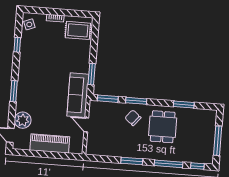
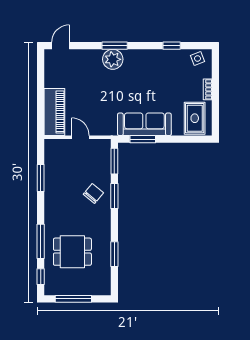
sofa: (78, 95) -> (144, 124), moved
plant: (23, 120) -> (113, 59), moved
door: (86, 125) -> (80, 137), hinge flipped
dining table: (163, 127) -> (72, 252), moved
piano: (50, 143) -> (54, 112), moved
window: (132, 161) -> (41, 178), moved

